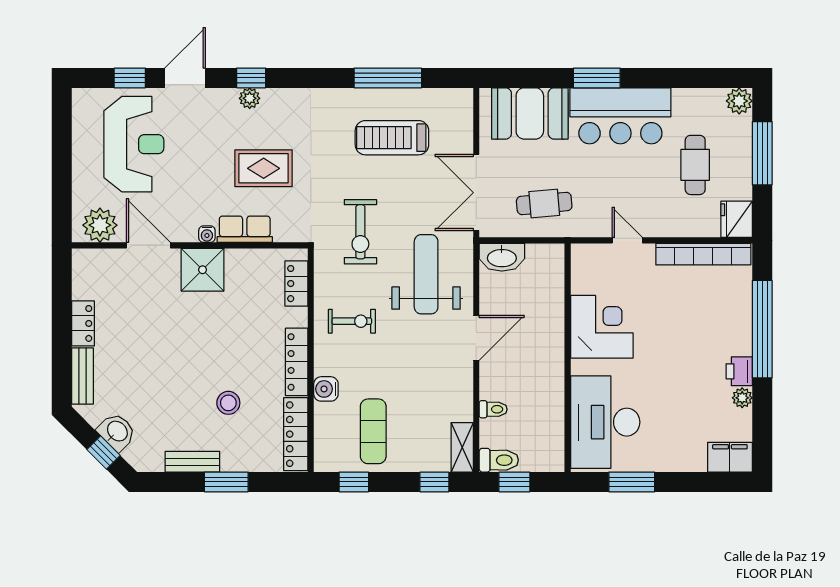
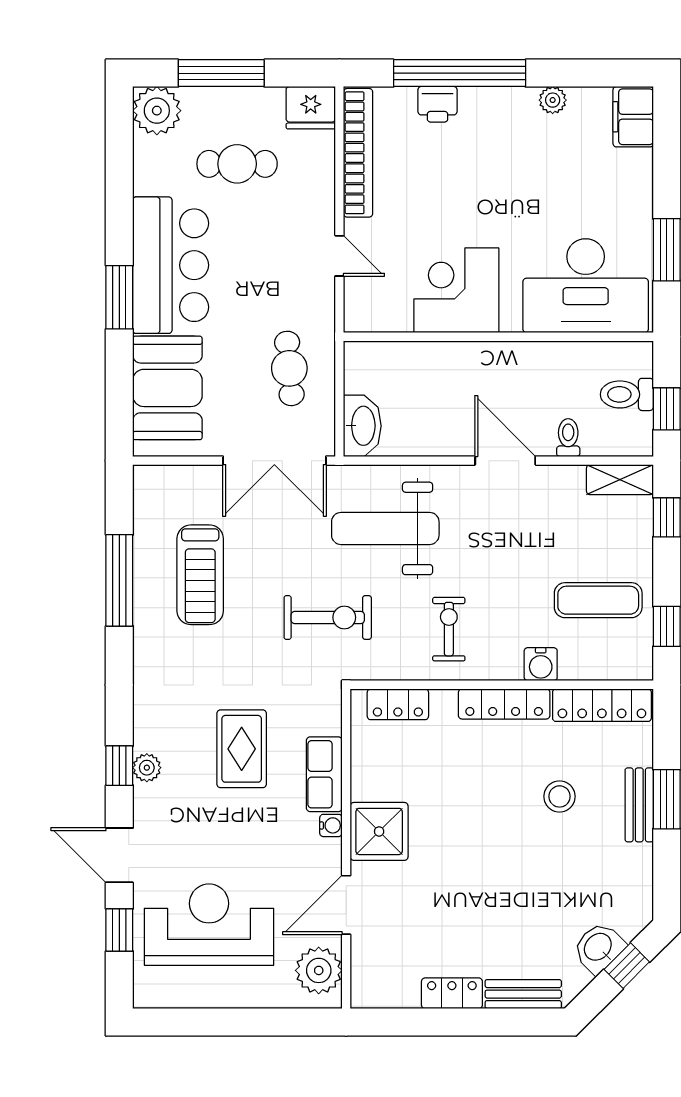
plant: (739, 101) -> (157, 111), width x1.36, depth x1.36
door: (627, 240) -> (339, 256), swing flipped
door: (476, 338) -> (505, 461), moved
printer: (739, 371) -> (438, 104), moved
toilet: (499, 460) -> (627, 394), moved, turned -90
bench: (192, 462) -> (639, 805), moved

